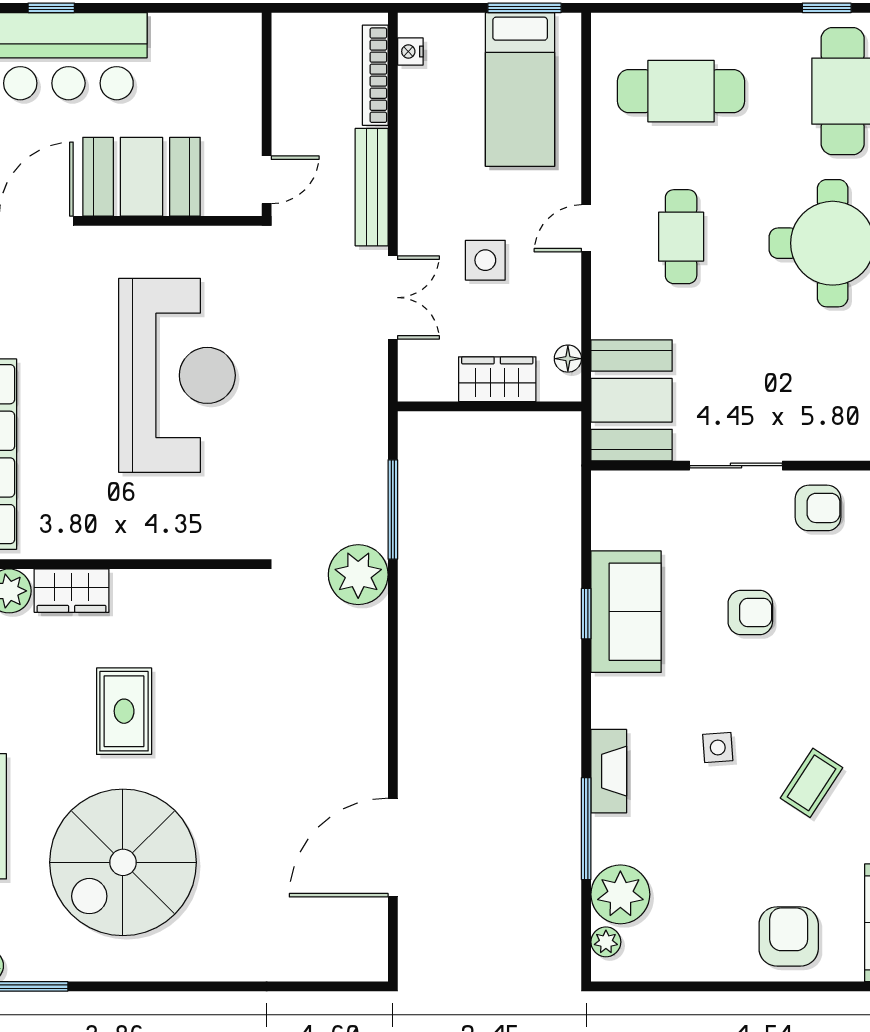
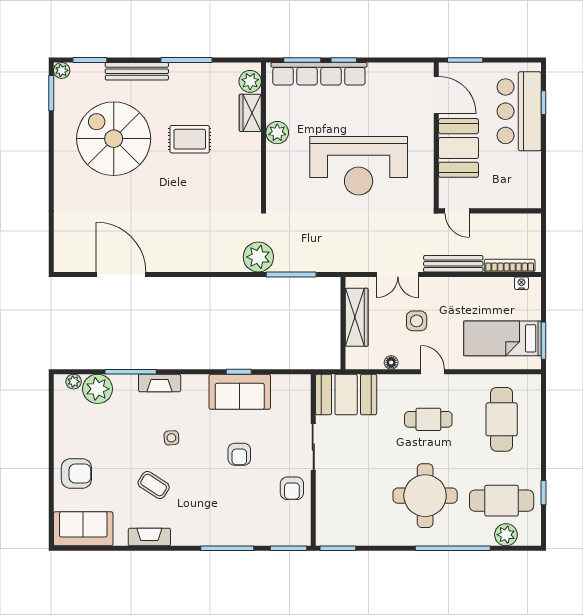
floor lamp: (568, 359) -> (391, 362), moved
wardrobe: (497, 379) -> (357, 317), width x1.50
plant: (111, 537) -> (277, 133), added

